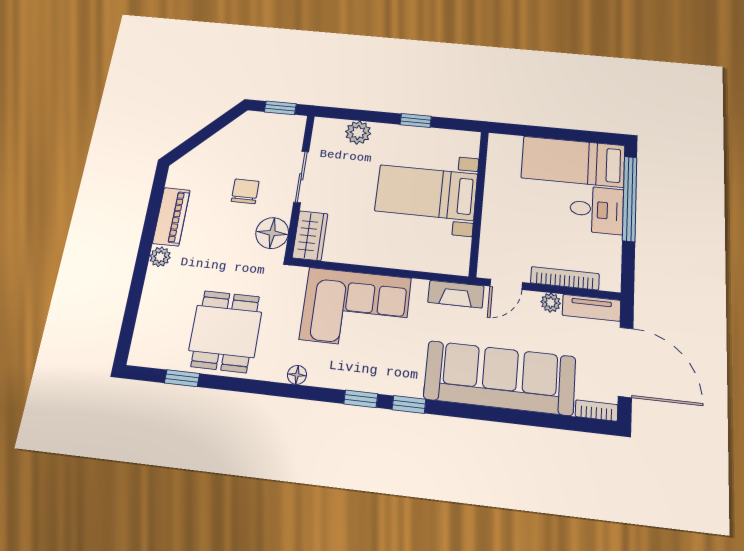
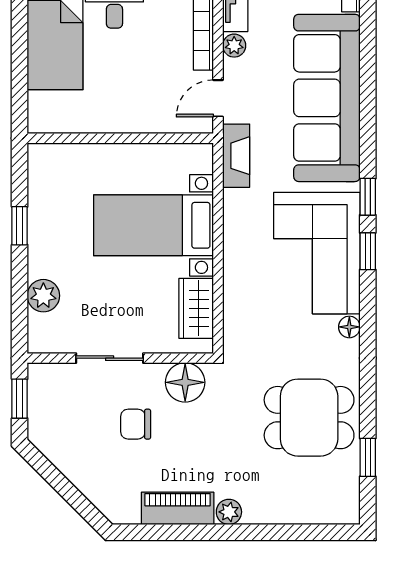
bed with nightstands: (426, 192) -> (154, 225), moved, turned 90
wardrobe: (310, 236) -> (196, 308), moved, turned -90
door: (506, 284) -> (218, 98), swing flipped
corner sofa: (356, 309) -> (317, 253), moved, turned 180

